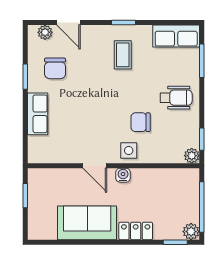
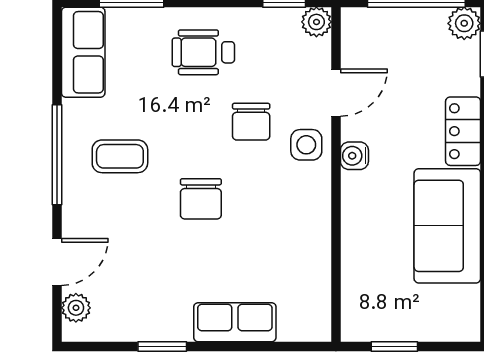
window: (124, 23) -> (57, 155), width x2.17
chair: (55, 68) -> (201, 199), moved, turned 90
wheelchair: (176, 98) -> (203, 52), turned -90
door: (95, 166) -> (336, 93), moved

